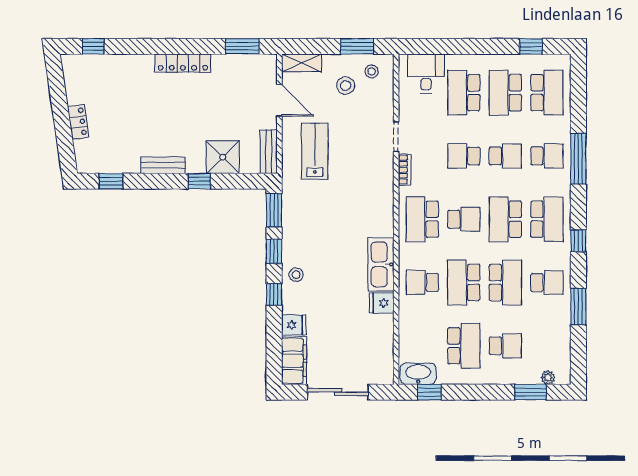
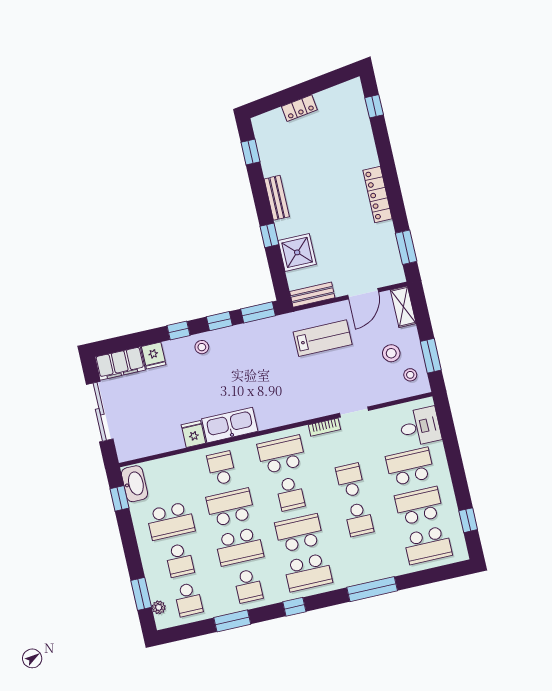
school desk: (547, 156) -> (188, 599), moved

